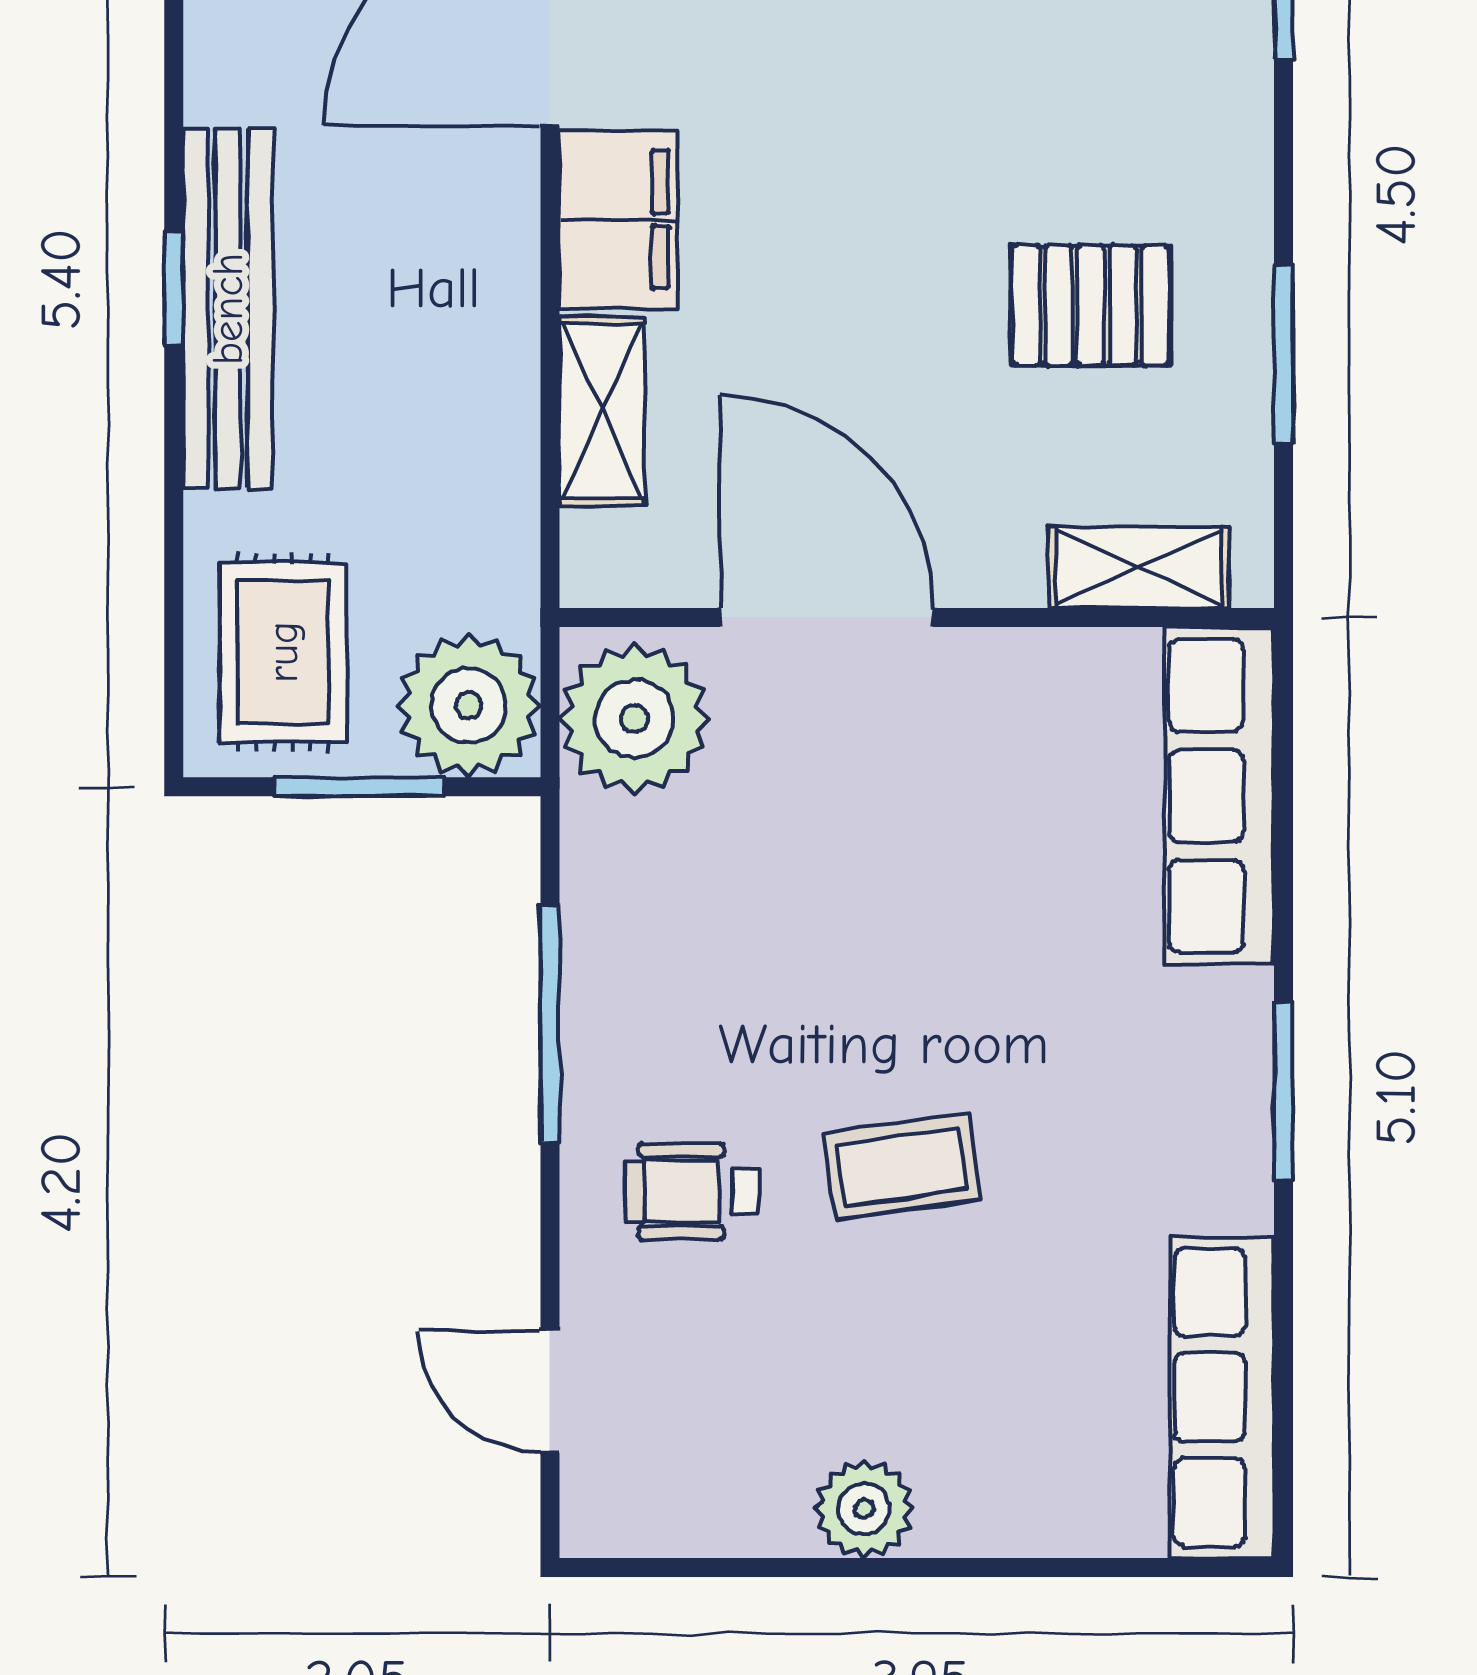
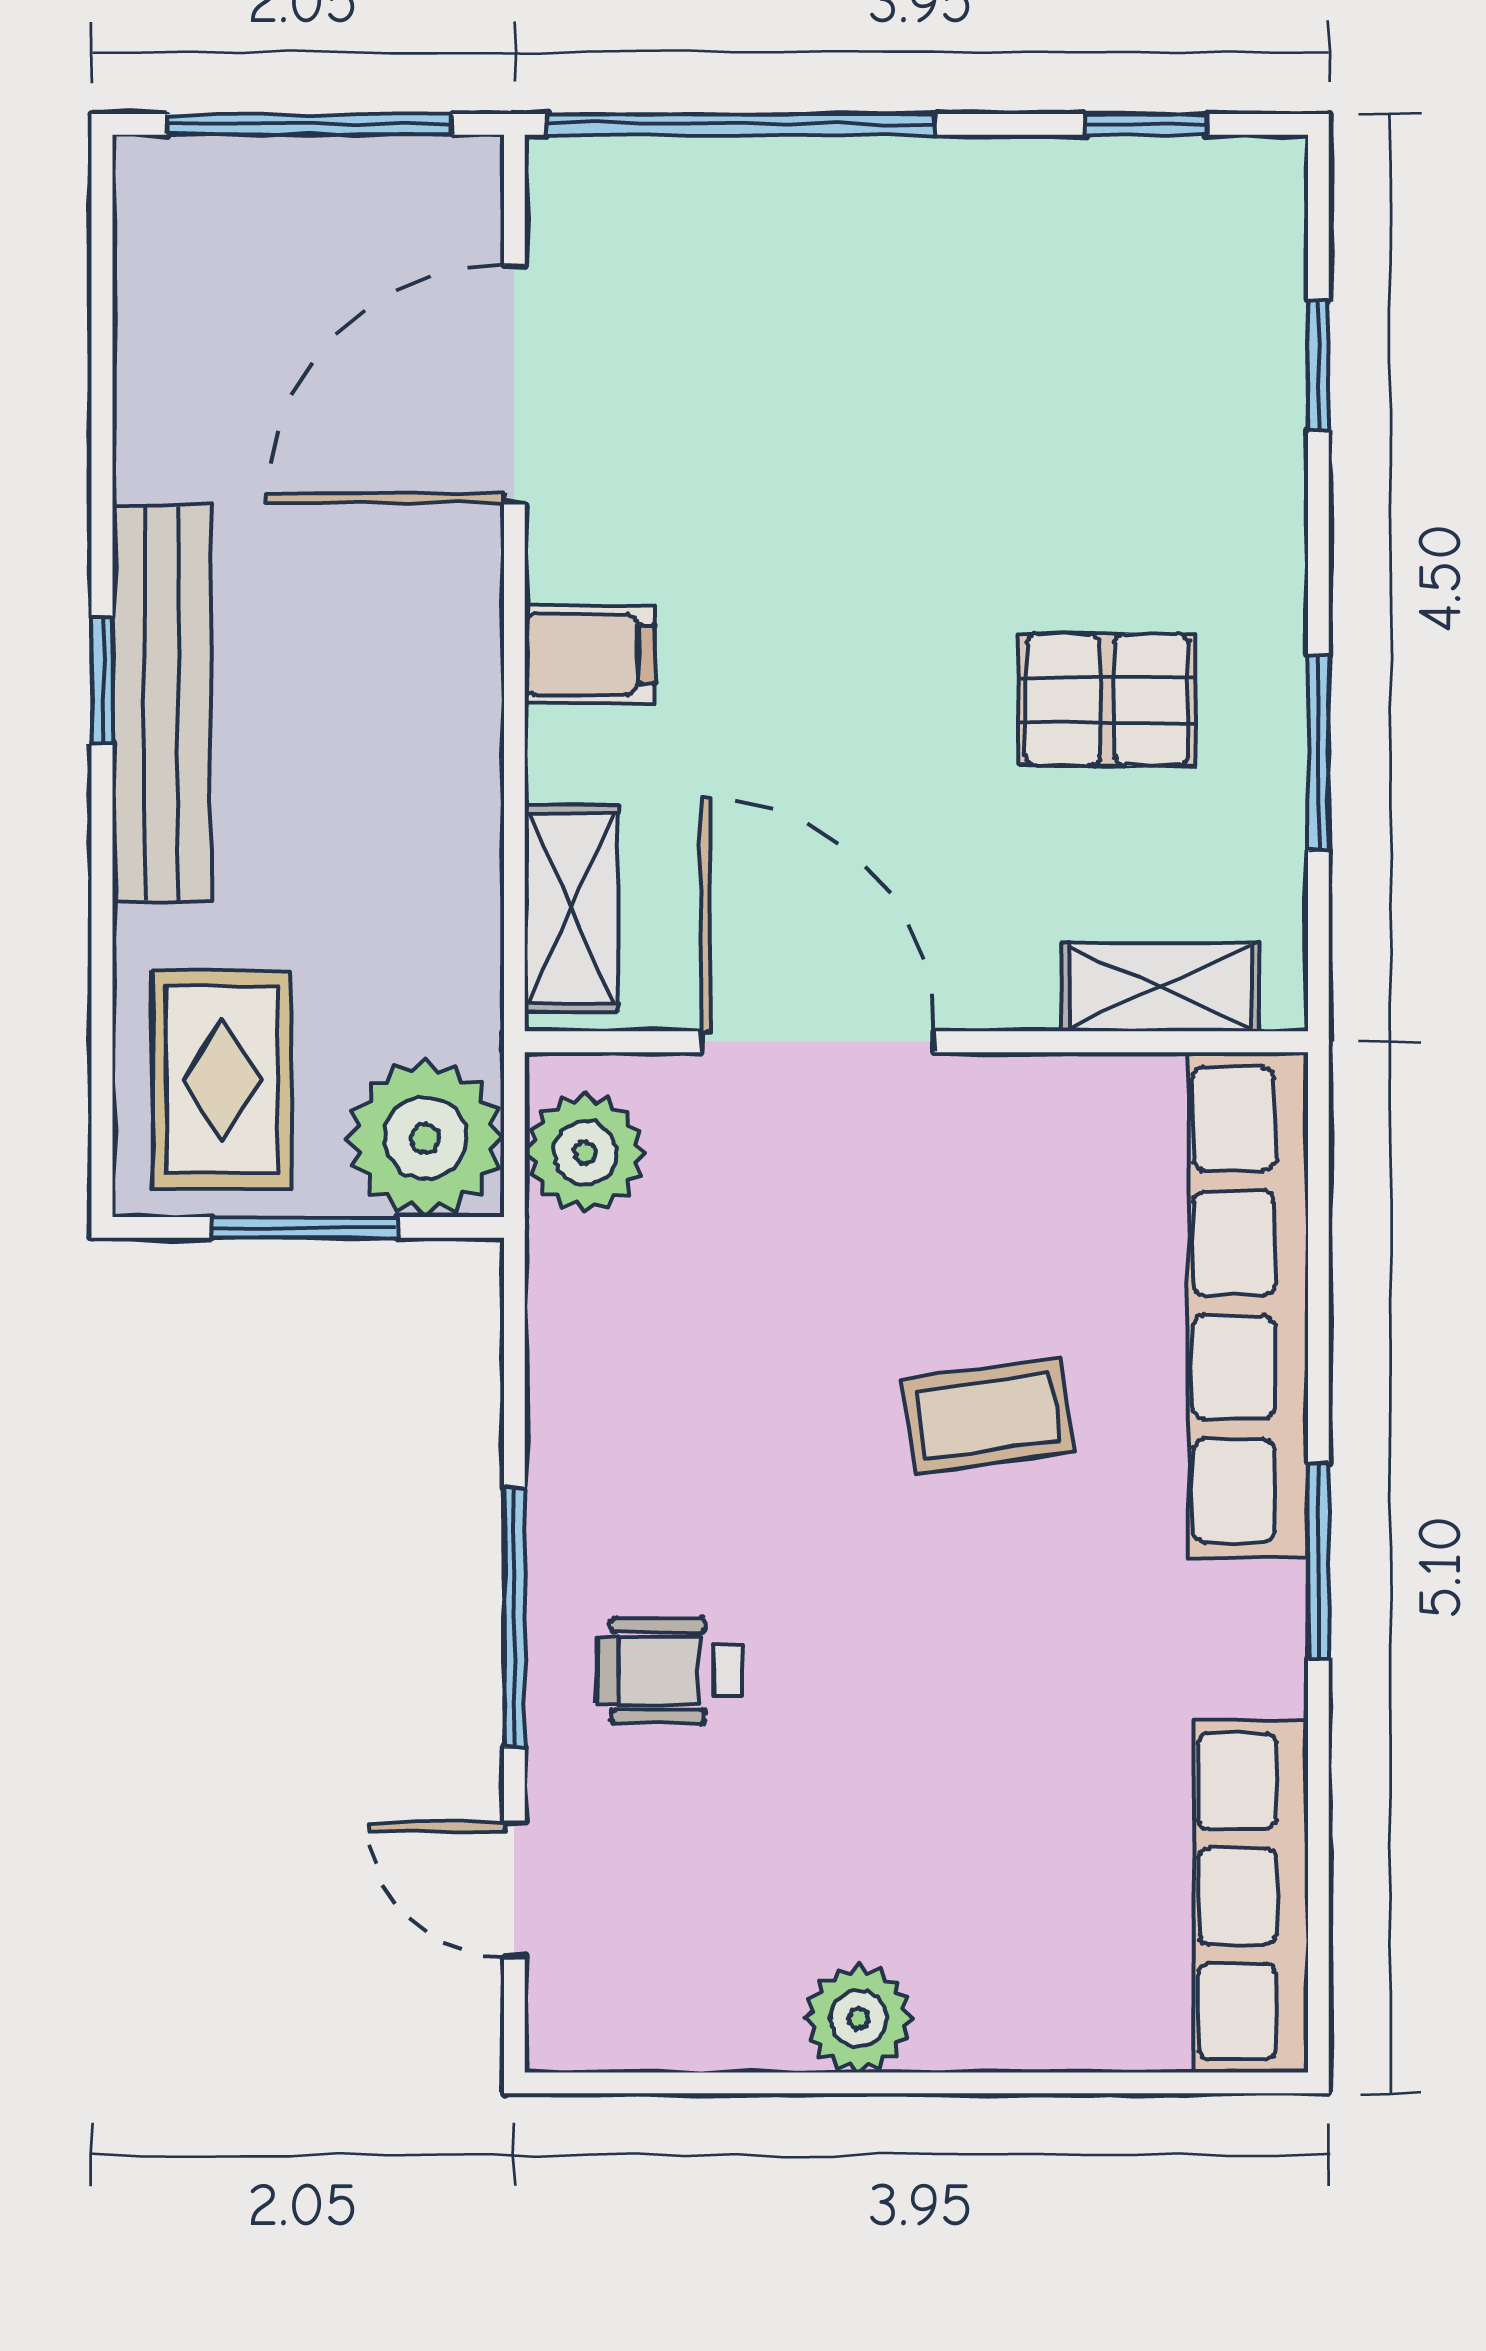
filing cabinet: (619, 220) -> (590, 654), width x0.50
shelving: (602, 411) -> (571, 908), moved
plant: (634, 719) -> (585, 1153), width x0.73, depth x0.73
row of seats: (1219, 796) -> (1248, 1305), width x1.36
window: (550, 1023) -> (514, 1617), moved
coffee table: (902, 1167) -> (988, 1416), moved

